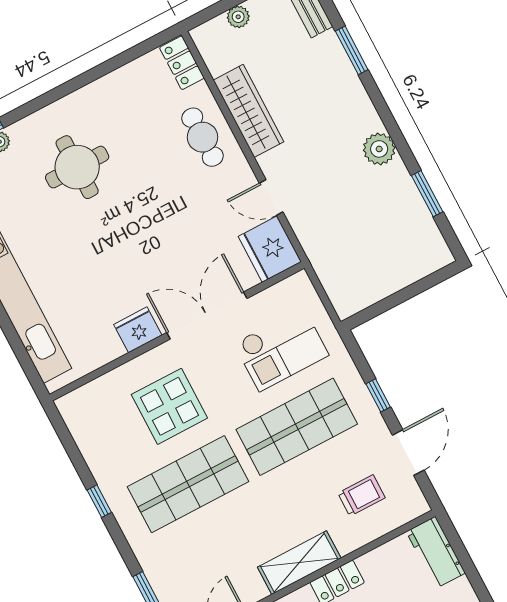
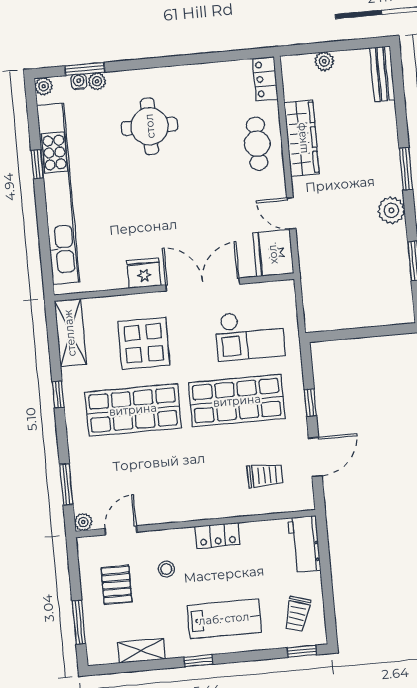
window: (352, 50) -> (406, 169), moved
shelving: (299, 563) -> (70, 333), moved, turned 90

